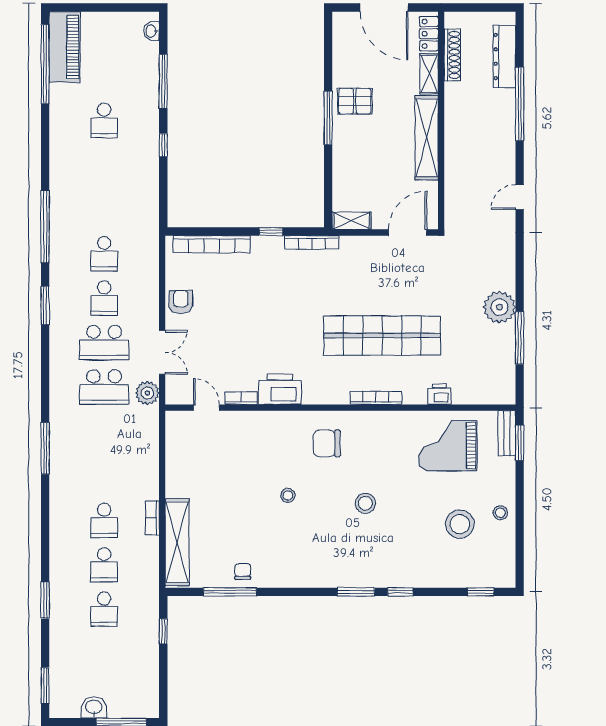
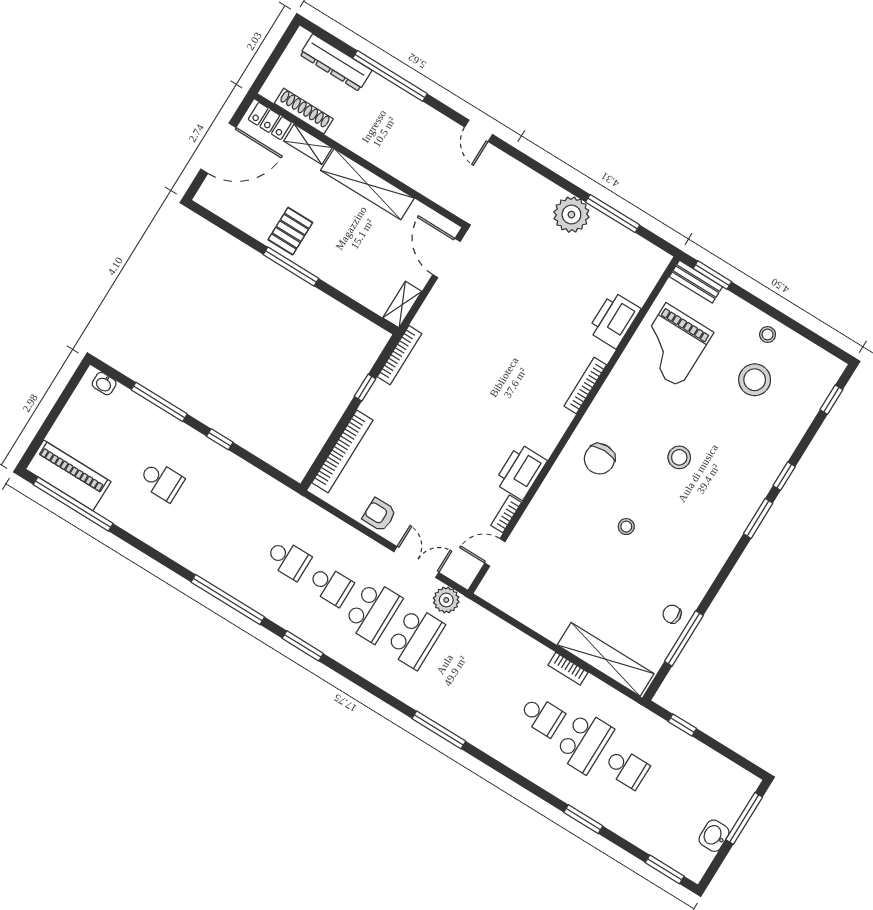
shop shelf: (382, 336) -> (529, 343), removed
printer: (439, 394) -> (614, 320), width x1.87, depth x1.48
school desk: (104, 565) -> (584, 742), width x1.85

